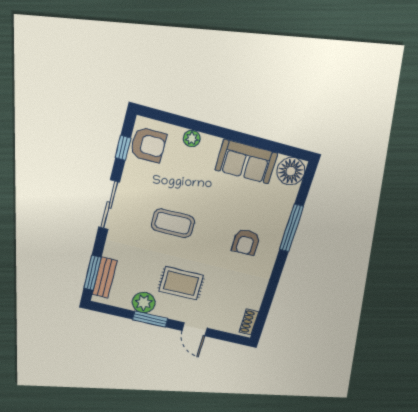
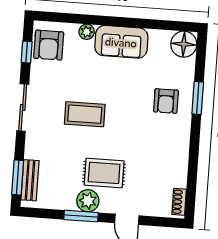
armchair: (148, 145) -> (49, 45), turned 90
sofa: (246, 162) -> (121, 42), moved
window: (291, 228) -> (198, 98), width x0.69
armchair: (246, 242) -> (166, 101), moved
plant: (144, 303) -> (88, 201), moved

